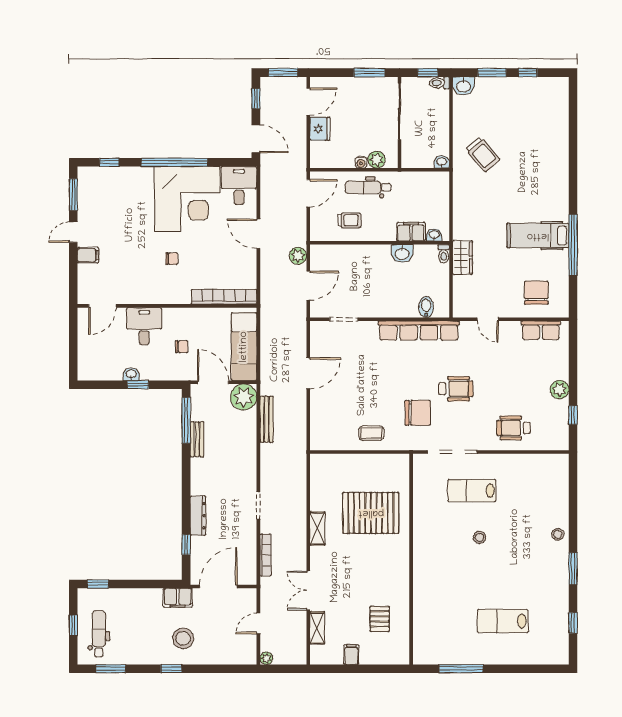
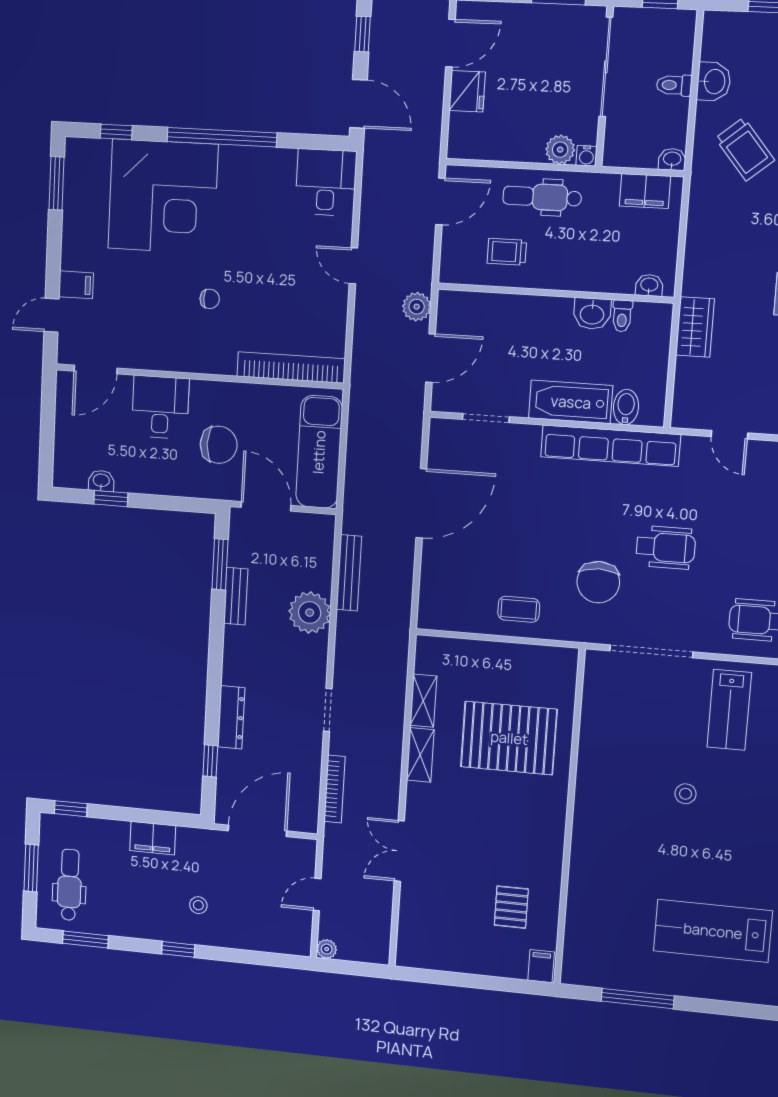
toilet: (439, 83) -> (674, 85), moved
washbasin: (463, 86) -> (714, 82), moved, turned -90
water cooler: (361, 162) -> (587, 156), moved
corner desk: (187, 199) -> (163, 196), moved
trolley: (349, 220) -> (507, 252), turned 180
door: (73, 232) -> (52, 315), moved
filing cabinet: (411, 232) -> (645, 191), moved, turned 180
door: (258, 234) -> (353, 266), width x0.73
toilet: (444, 254) -> (622, 316), moved
bathtub: (393, 306) -> (571, 402), added
chair: (182, 347) -> (219, 445), width x1.87, depth x1.87
door: (308, 373) -> (421, 503), width x1.36
washbasin: (131, 374) -> (101, 481), moved
window: (138, 385) -> (111, 499), moved
plant: (244, 397) -> (310, 613), moved
chair: (418, 413) -> (598, 582), turned 90
window: (186, 420) -> (220, 564), width x0.69
lab bench: (472, 491) -> (729, 710), moved, turned -90
filing cabinet: (178, 598) -> (153, 838), moved
lab bench: (503, 621) -> (713, 931), width x1.36, depth x1.39
window: (73, 625) -> (31, 868), width x1.50
shelving: (317, 628) -> (423, 701), moved
stool: (183, 638) -> (198, 905), width x0.53, depth x0.53
filing cabinet: (351, 655) -> (541, 966), moved

